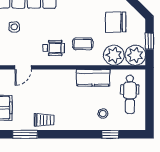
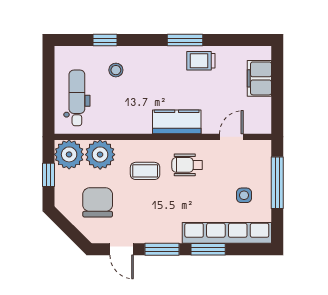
chair: (116, 22) -> (98, 202), turned -90
kitchen counter: (93, 78) -> (177, 122), moved
window: (25, 134) -> (185, 40), moved

